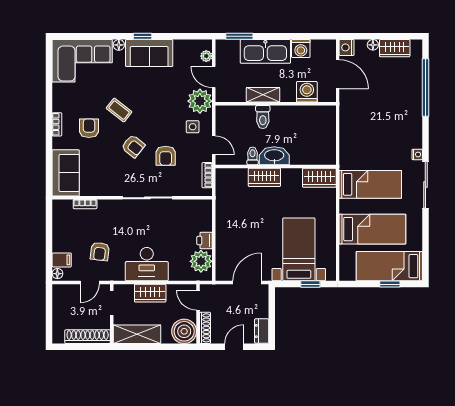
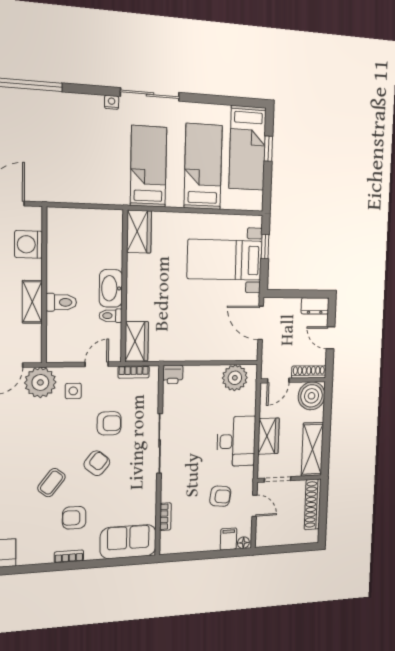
wardrobe: (264, 177) -> (137, 341), moved
printer: (205, 240) -> (173, 375), moved

